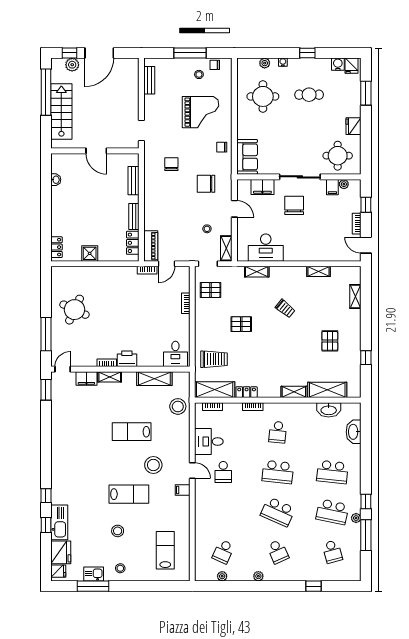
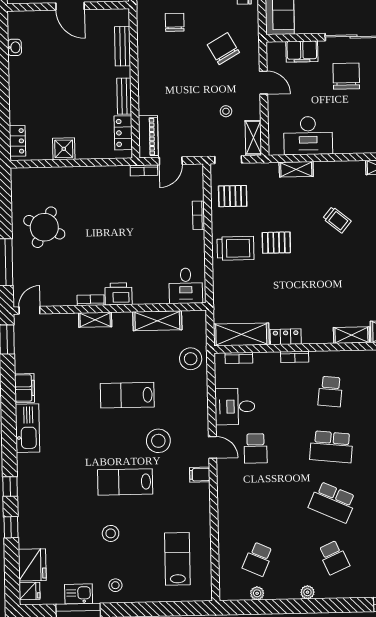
chair: (206, 184) -> (223, 49), turned 60
trolley: (214, 359) -> (236, 248), moved
filing cabinet: (86, 379) -> (25, 388), moved, turned -90
lab bench: (129, 494) -> (125, 482), turned 180
kitchen sink: (59, 522) -> (27, 428), moved

